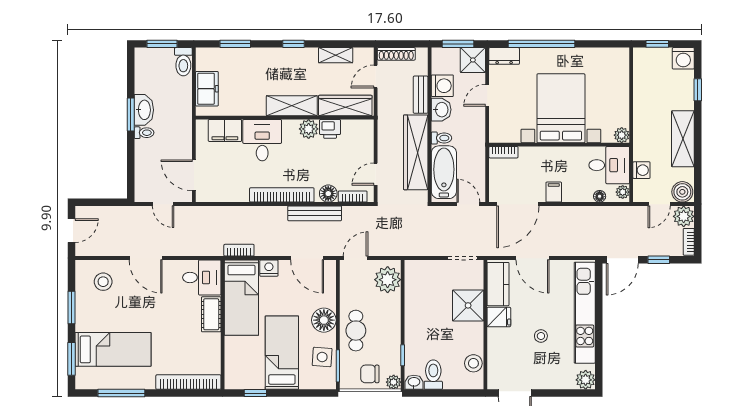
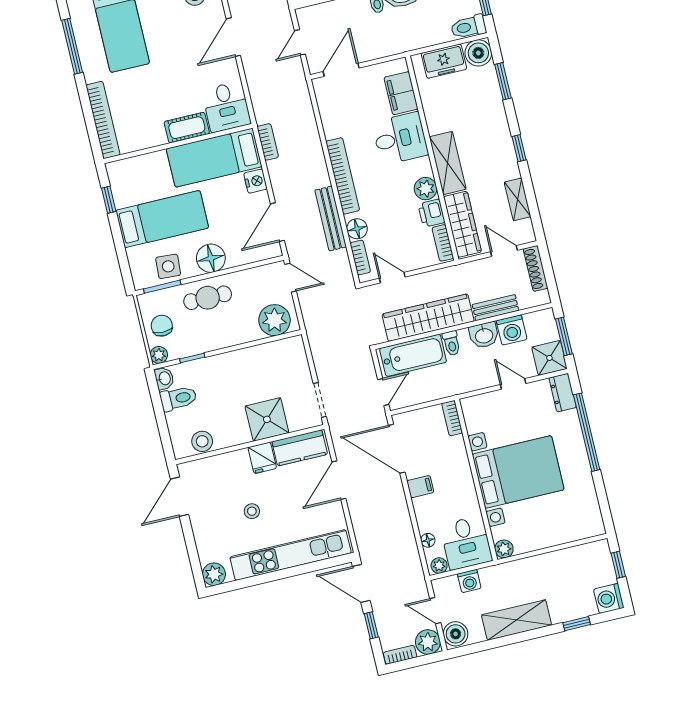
boiler: (207, 59) -> (478, 53), added
bookcase: (357, 125) -> (443, 243), added

